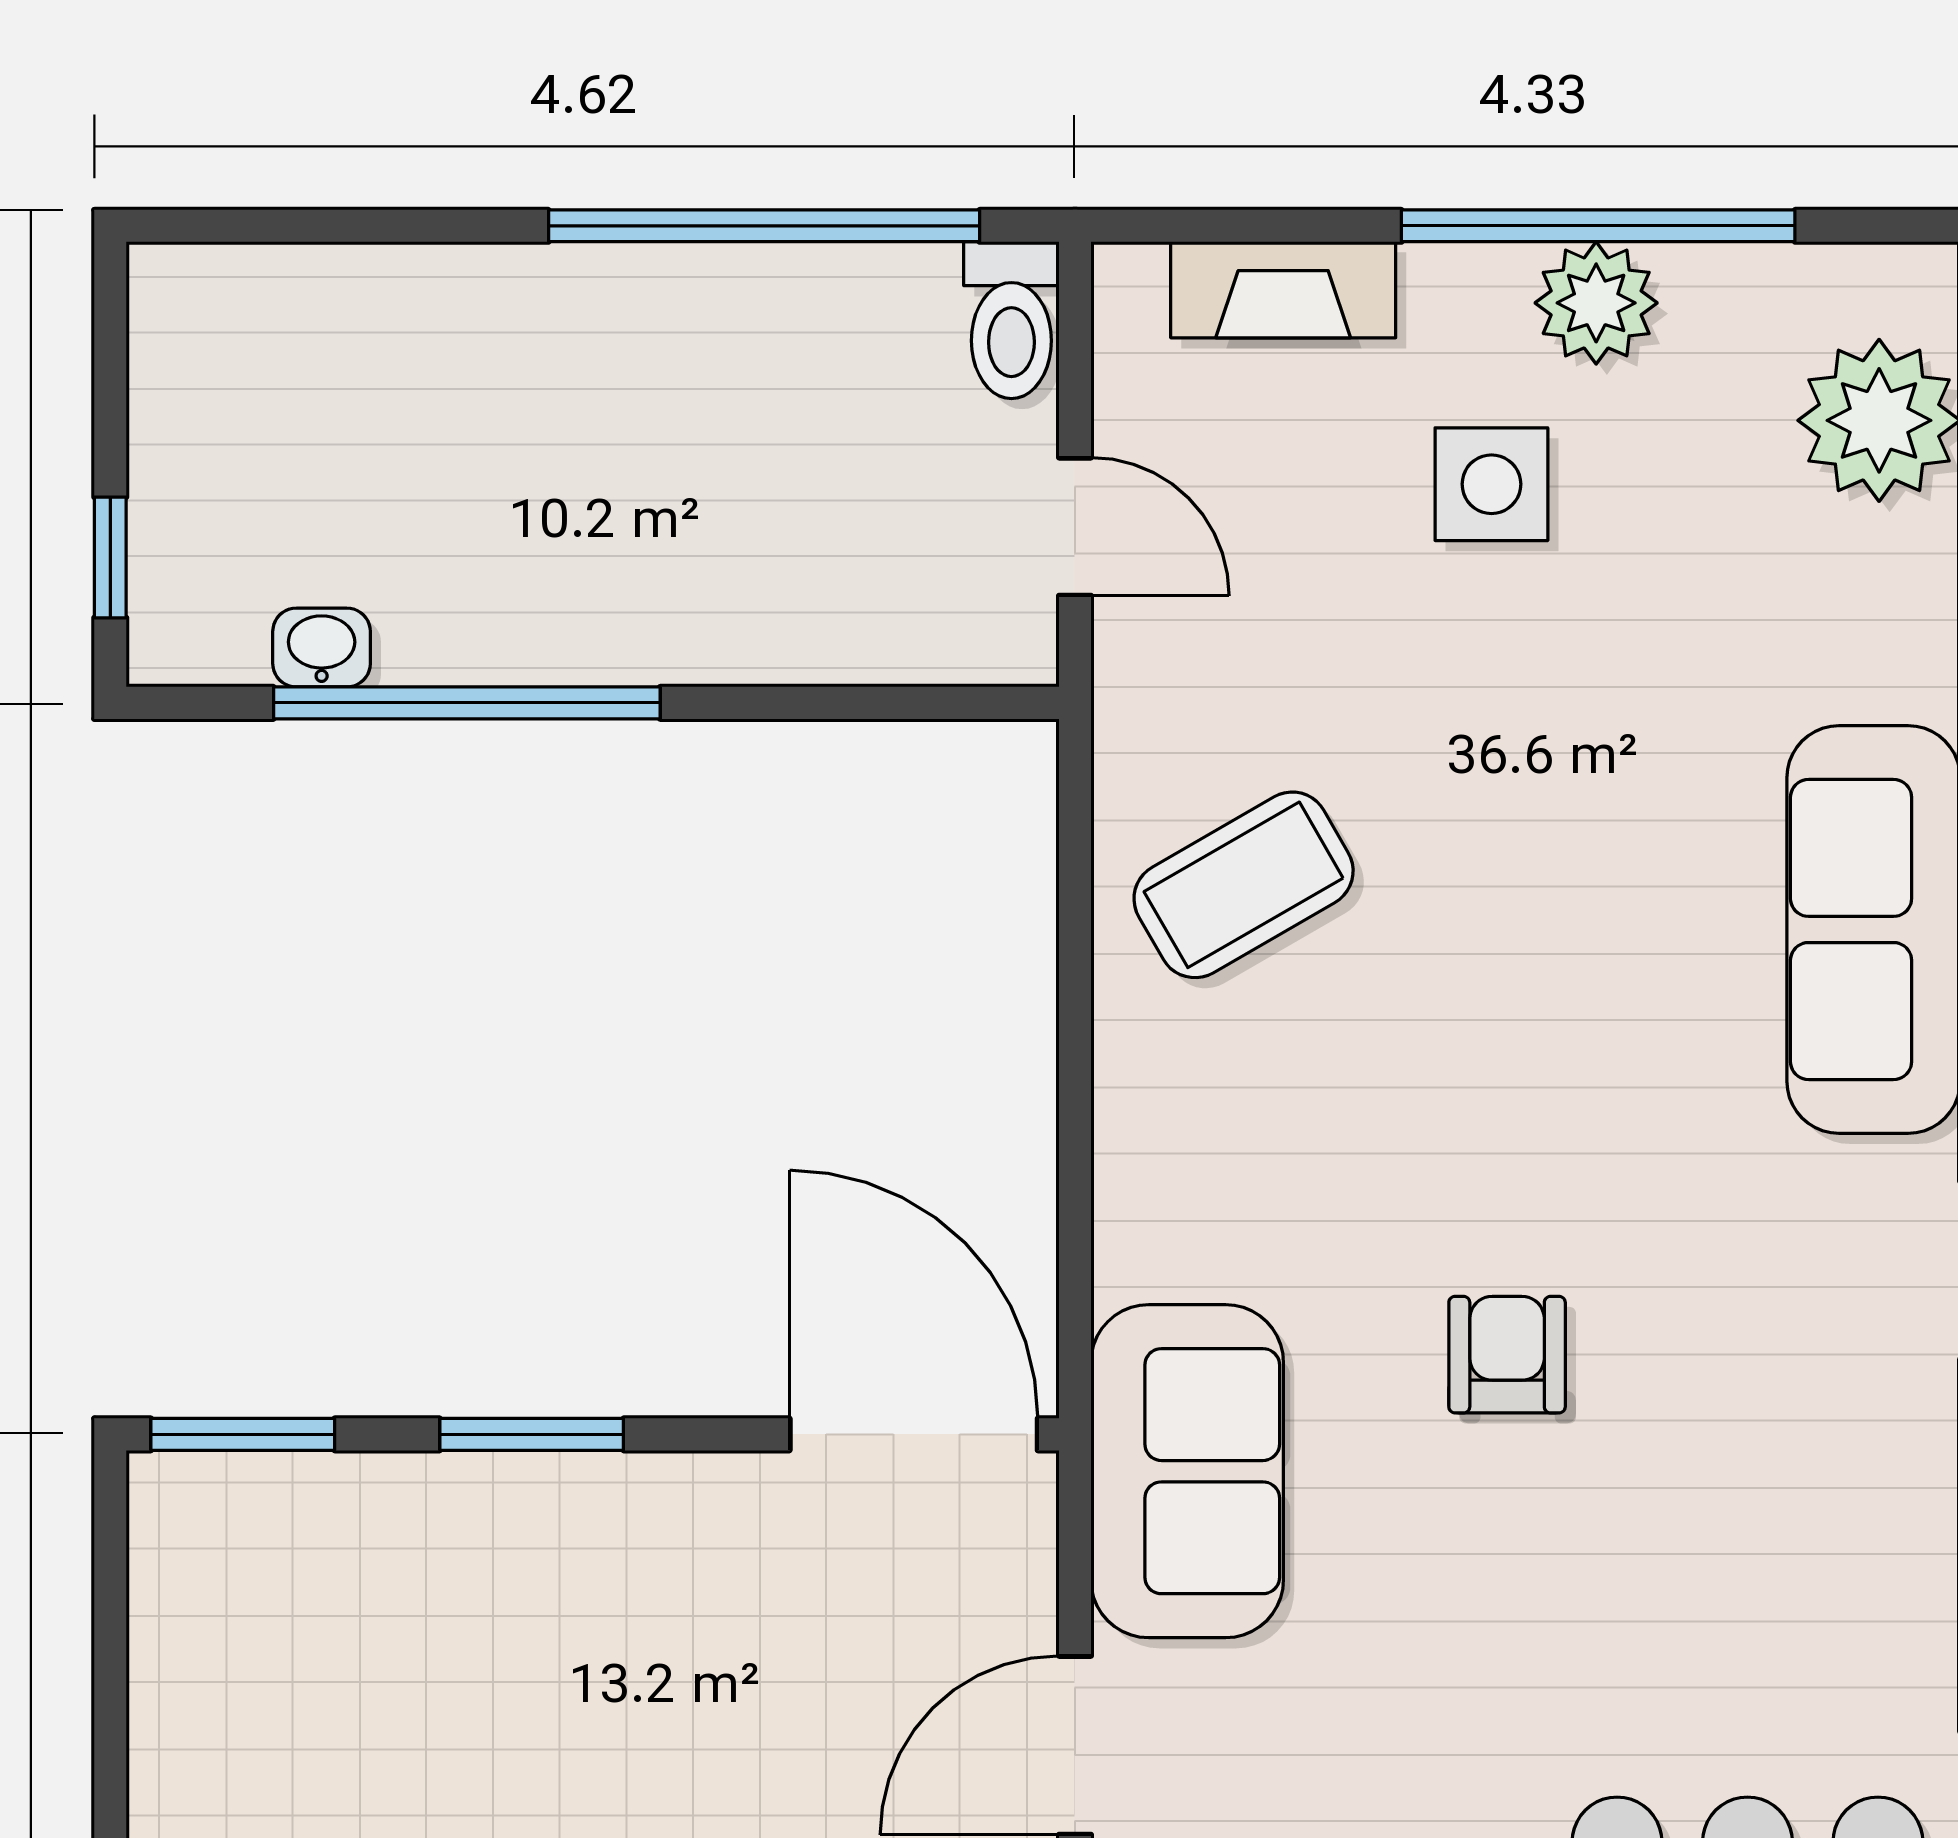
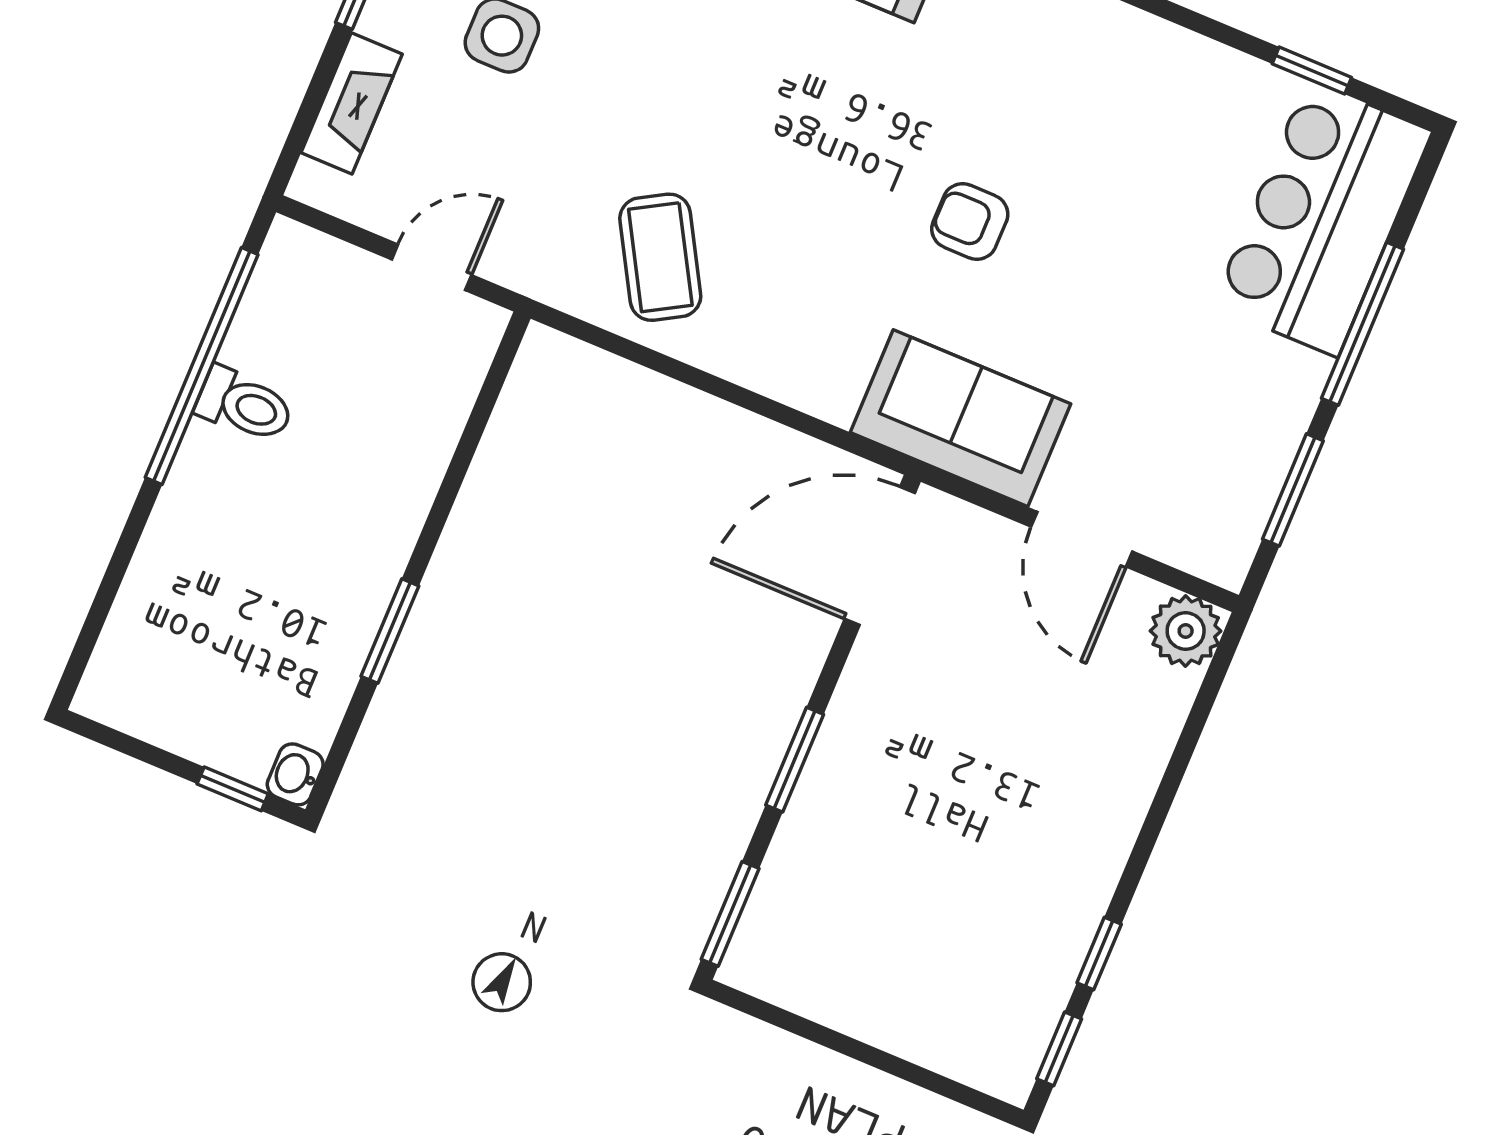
toilet: (1011, 320) -> (245, 405), moved
washbasin: (322, 648) -> (295, 774), moved
window: (467, 703) -> (390, 631), width x0.47

